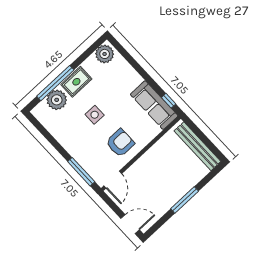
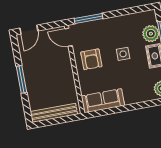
window: (169, 101) -> (99, 113), removed

